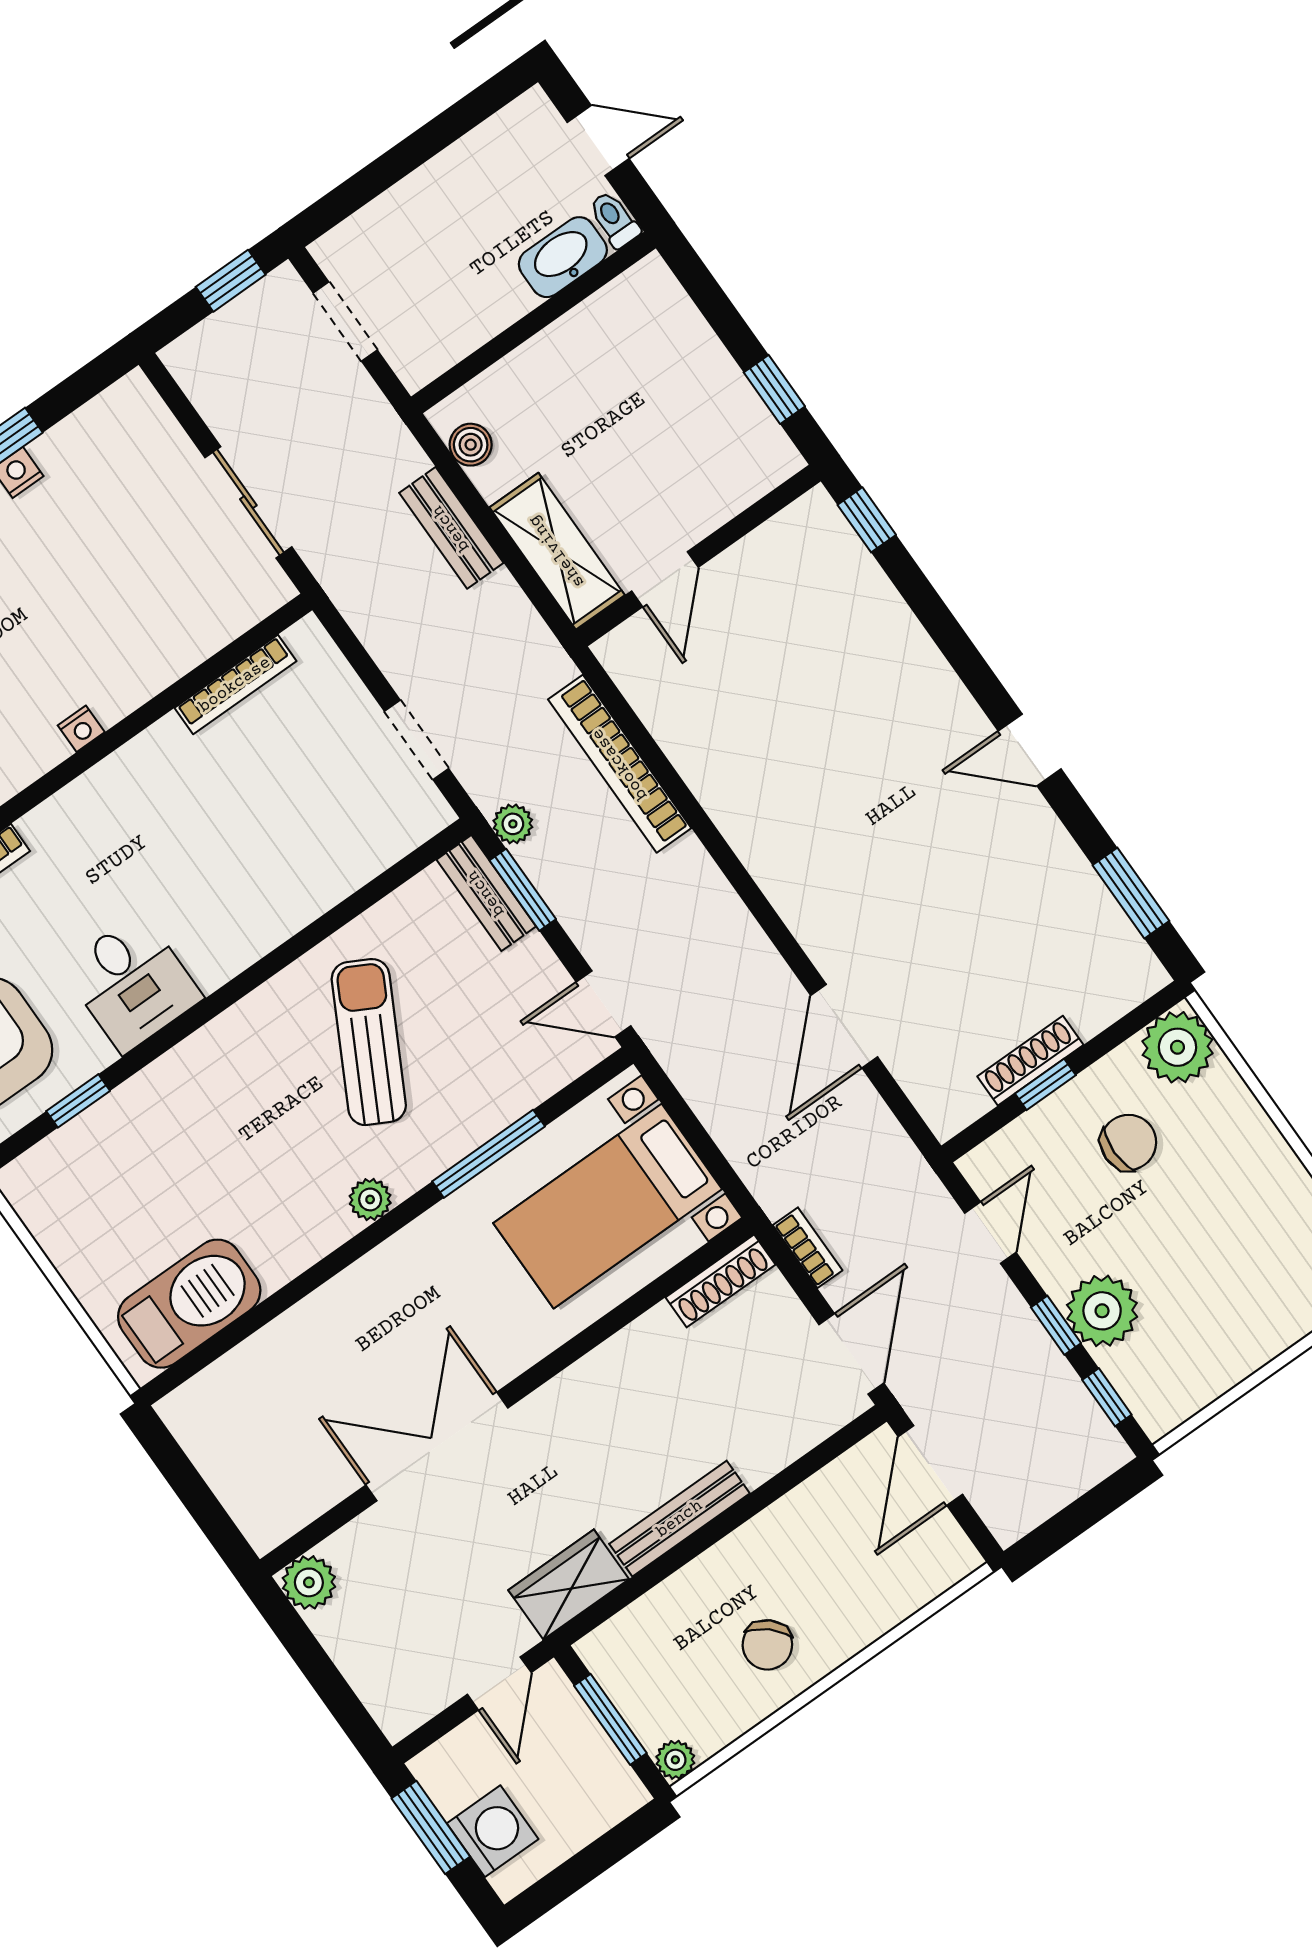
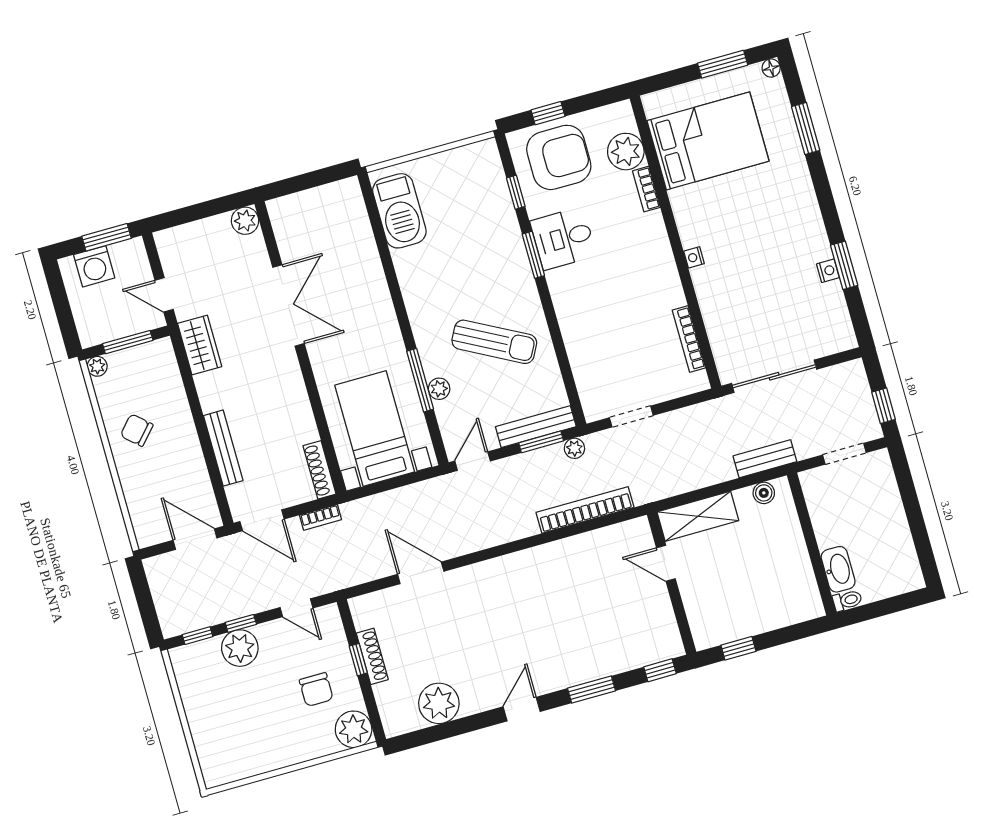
door: (598, 140) -> (888, 606), removed
sliding door: (248, 502) -> (774, 376), width x1.37
bench: (451, 528) -> (765, 459), moved
bench: (486, 893) -> (536, 427), width x1.36
window: (1131, 893) -> (592, 689), moved
plant: (1073, 907) -> (439, 703), added
window: (182, 1027) -> (533, 255), added
plant: (370, 1199) -> (439, 389), moved
bench: (680, 1519) -> (223, 448), moved

